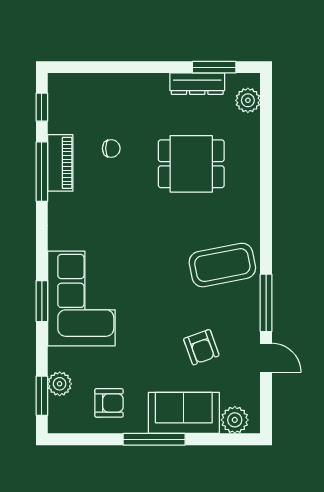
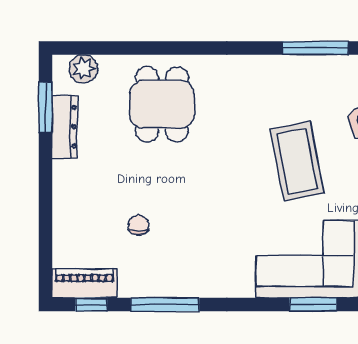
piano: (60, 163) -> (84, 284), moved
dining table: (191, 164) -> (162, 104), moved
coffee table: (222, 265) -> (297, 161), moved

